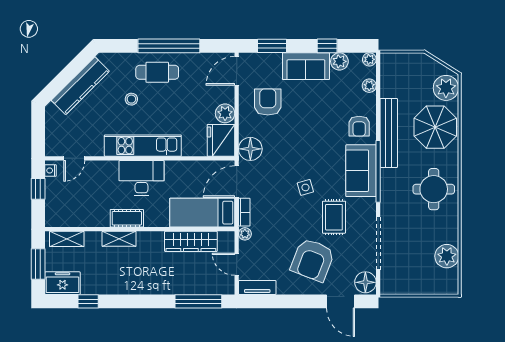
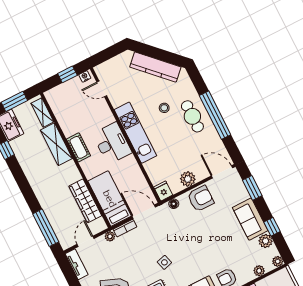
armchair: (268, 102) -> (201, 199), moved
fridge: (221, 140) -> (163, 191), width x0.53, depth x0.75
floor lamp: (250, 149) -> (174, 204), width x0.53, depth x0.53
shelving: (119, 239) -> (56, 144), width x1.50, depth x1.33

